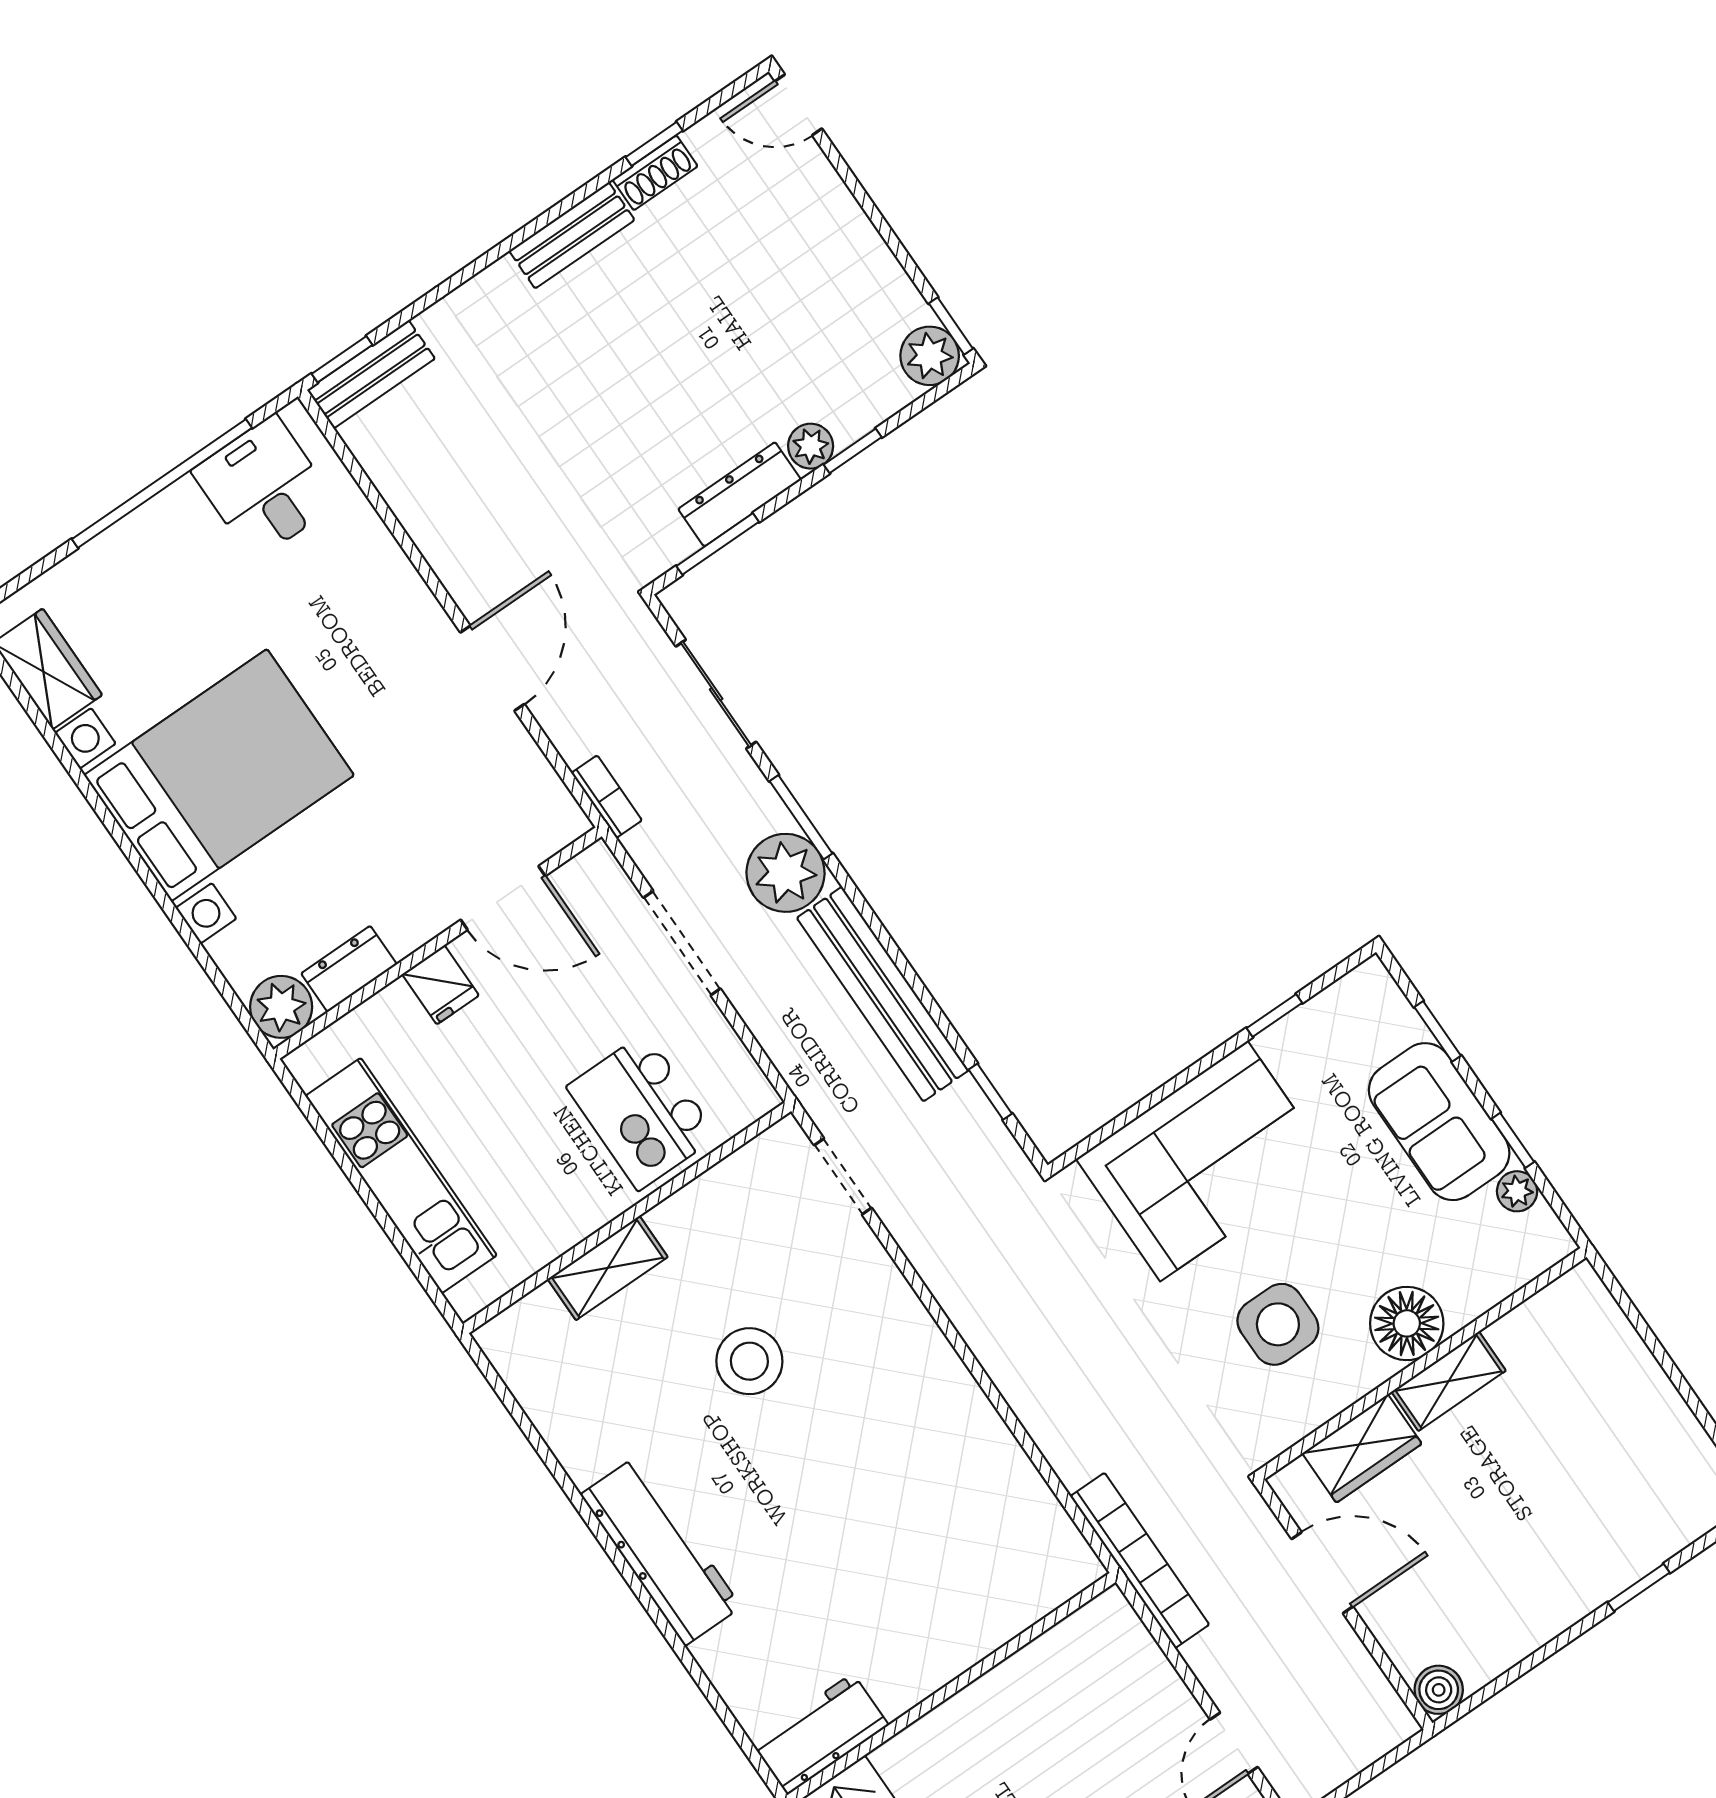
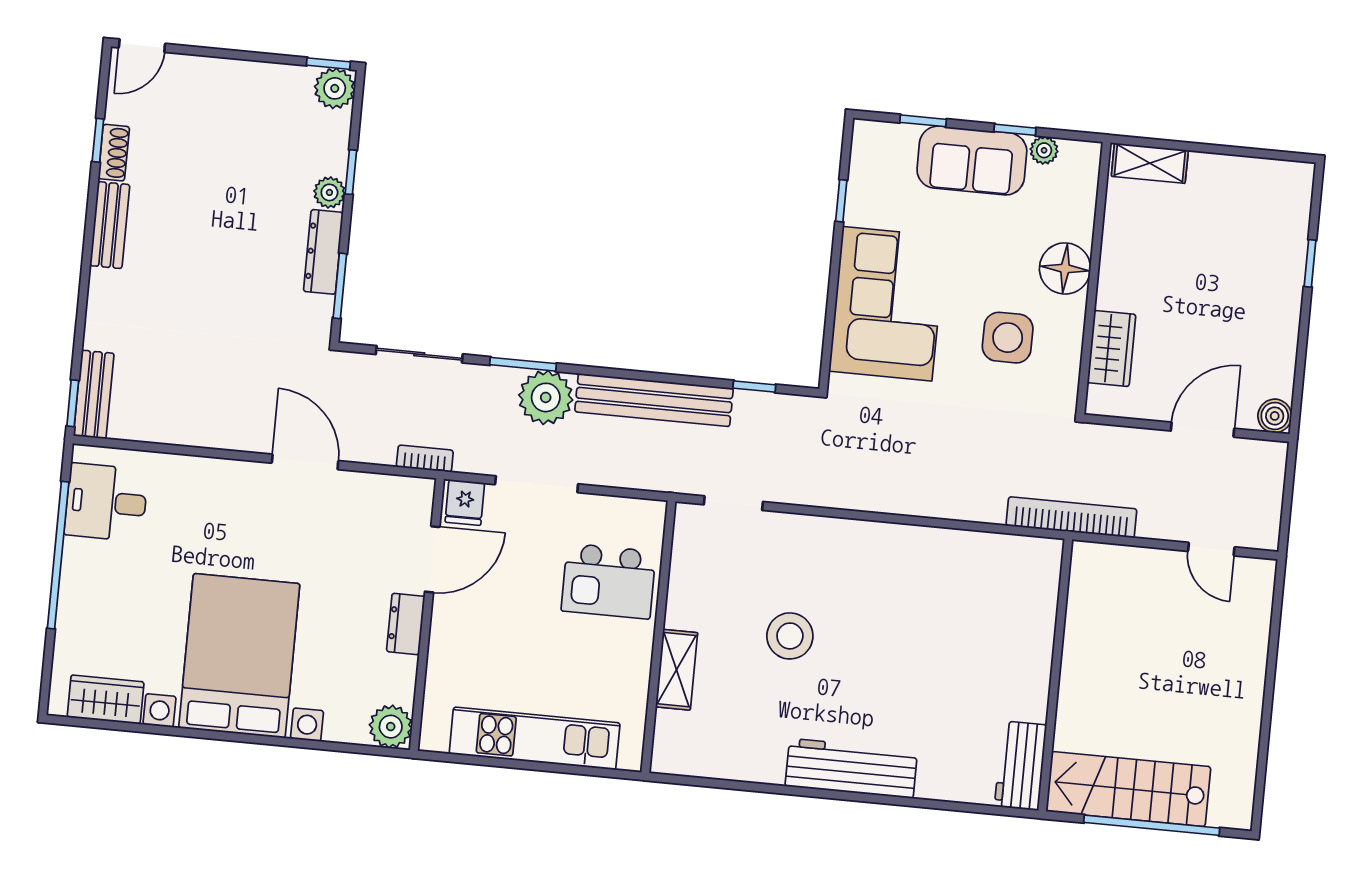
dresser: (349, 969) -> (406, 624), moved
fridge: (441, 985) -> (465, 503), moved, turned 90
shelving: (1449, 1381) -> (1150, 163), moved, turned 90
door: (1322, 1573) -> (1203, 430), moved

